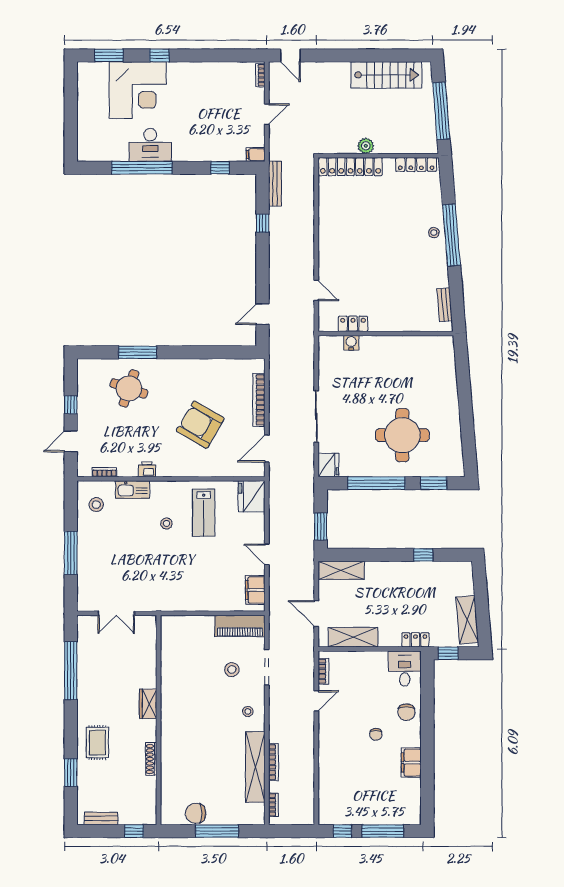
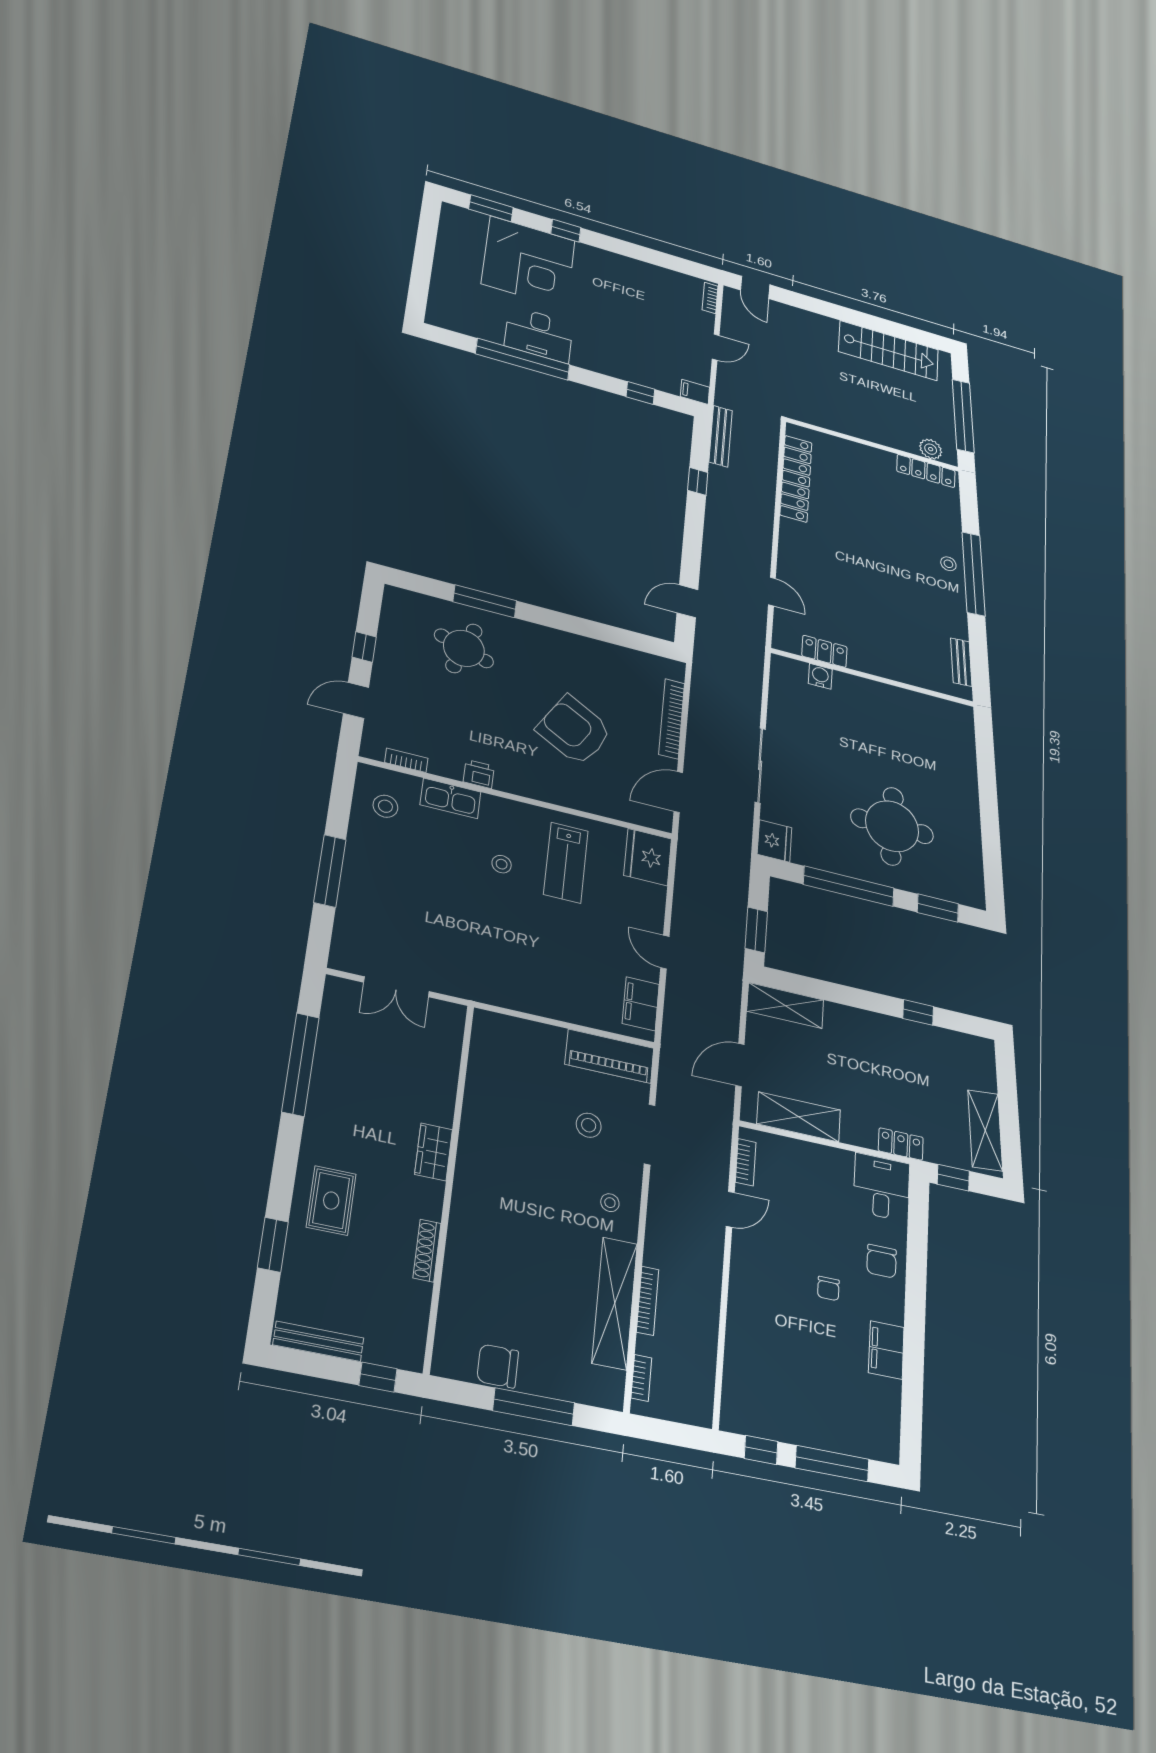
plant: (366, 146) -> (931, 449), moved
locker: (350, 167) -> (796, 479), moved, turned -90
door: (316, 614) -> (740, 1065), hinge flipped
bench: (101, 819) -> (318, 1341), width x1.36

